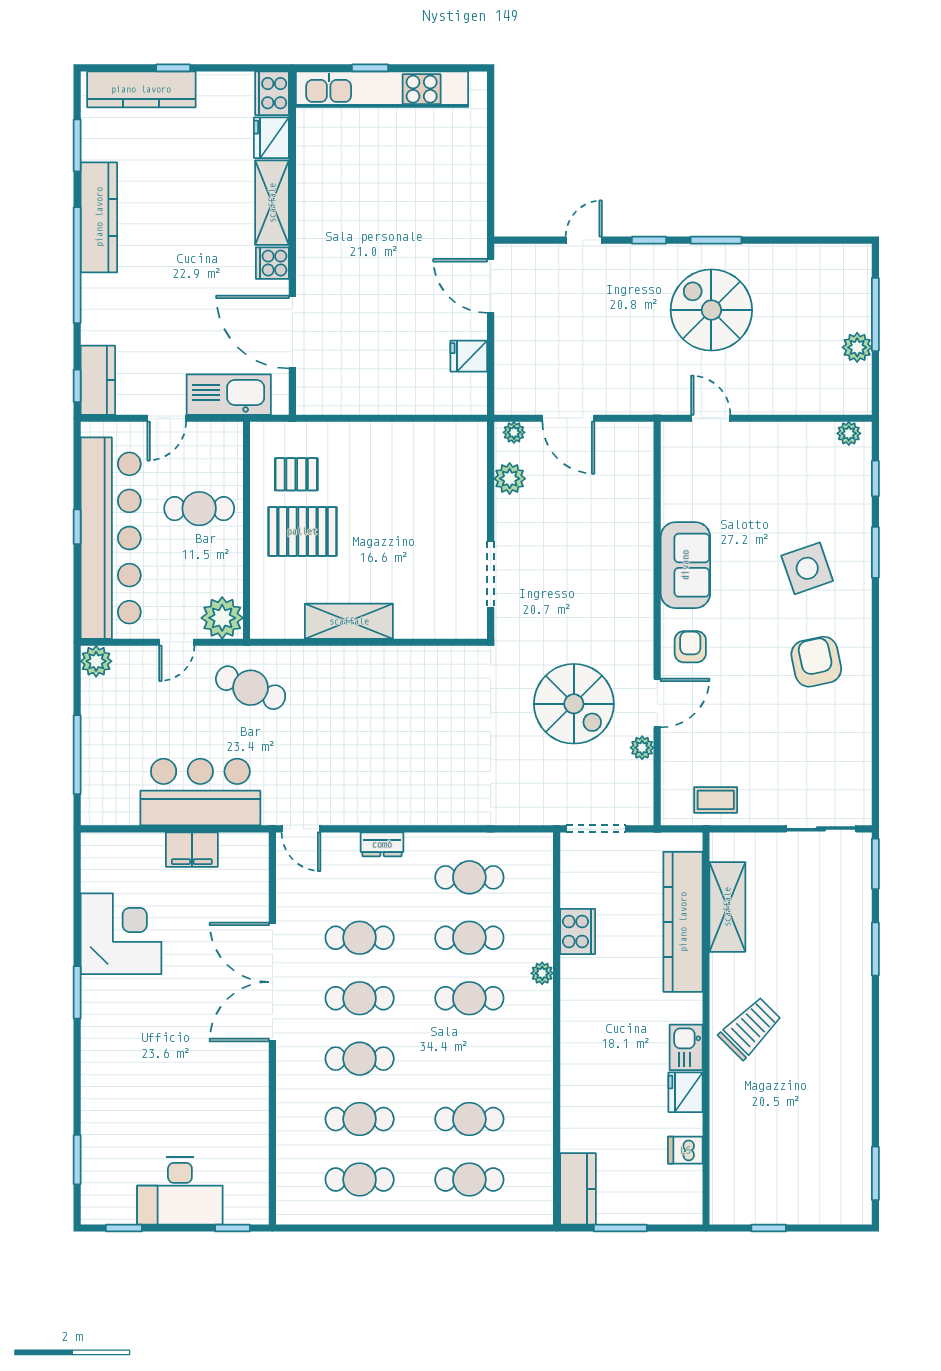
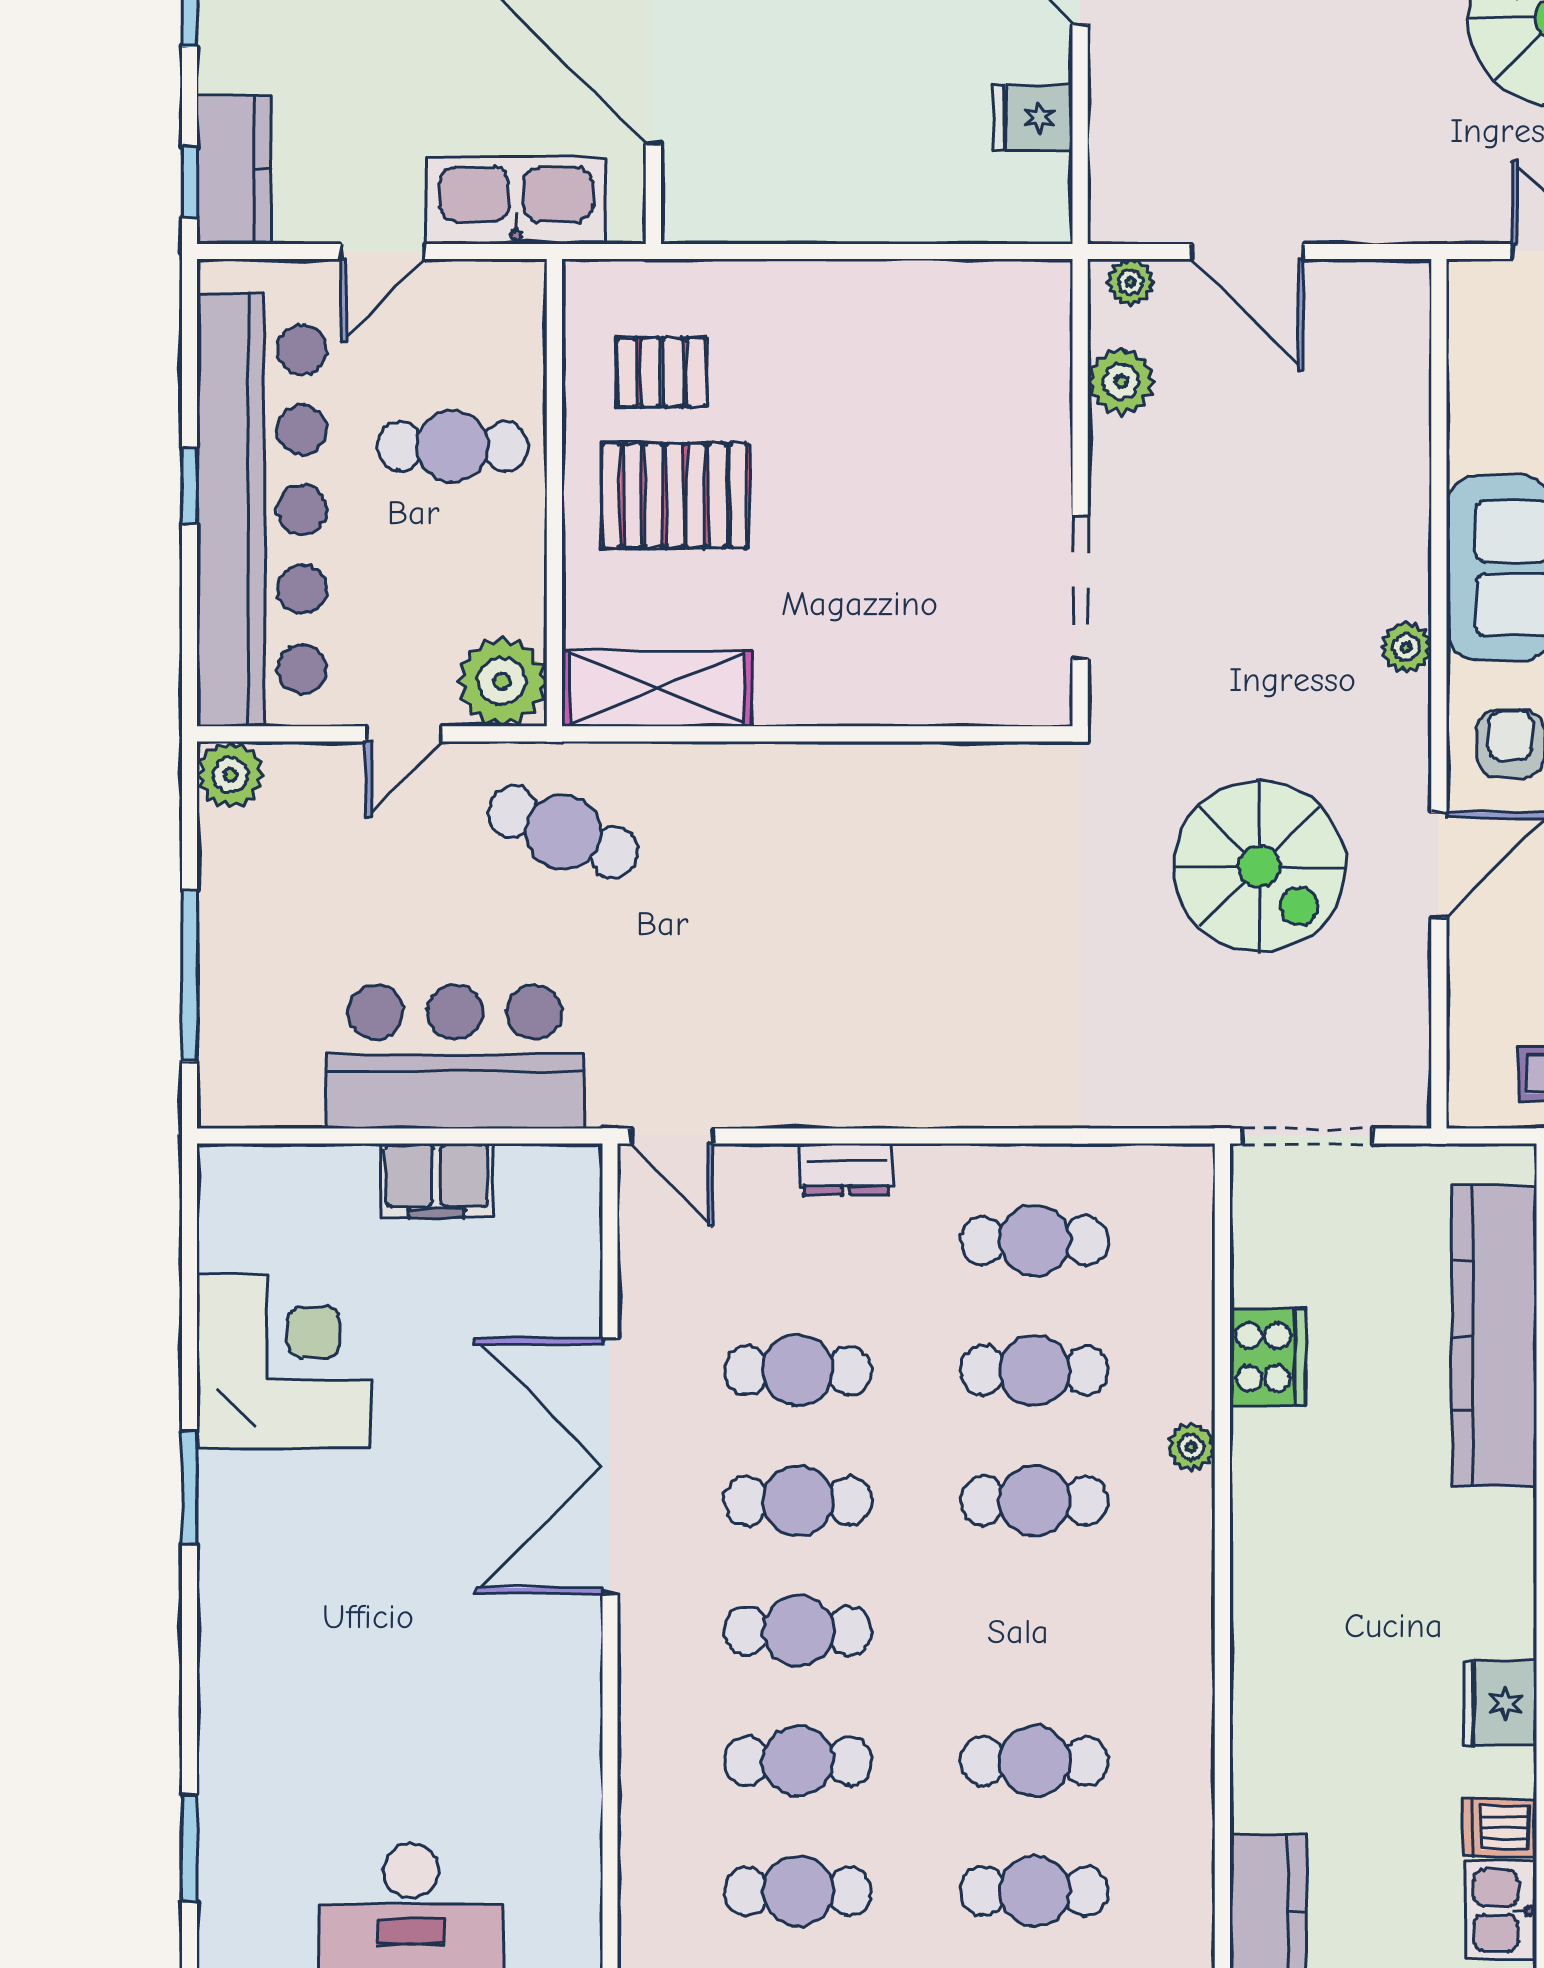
shelving: (349, 621) -> (657, 689), moved
plant: (642, 748) -> (1406, 647), moved
kitchen sink: (686, 1047) -> (1501, 1911), moved

